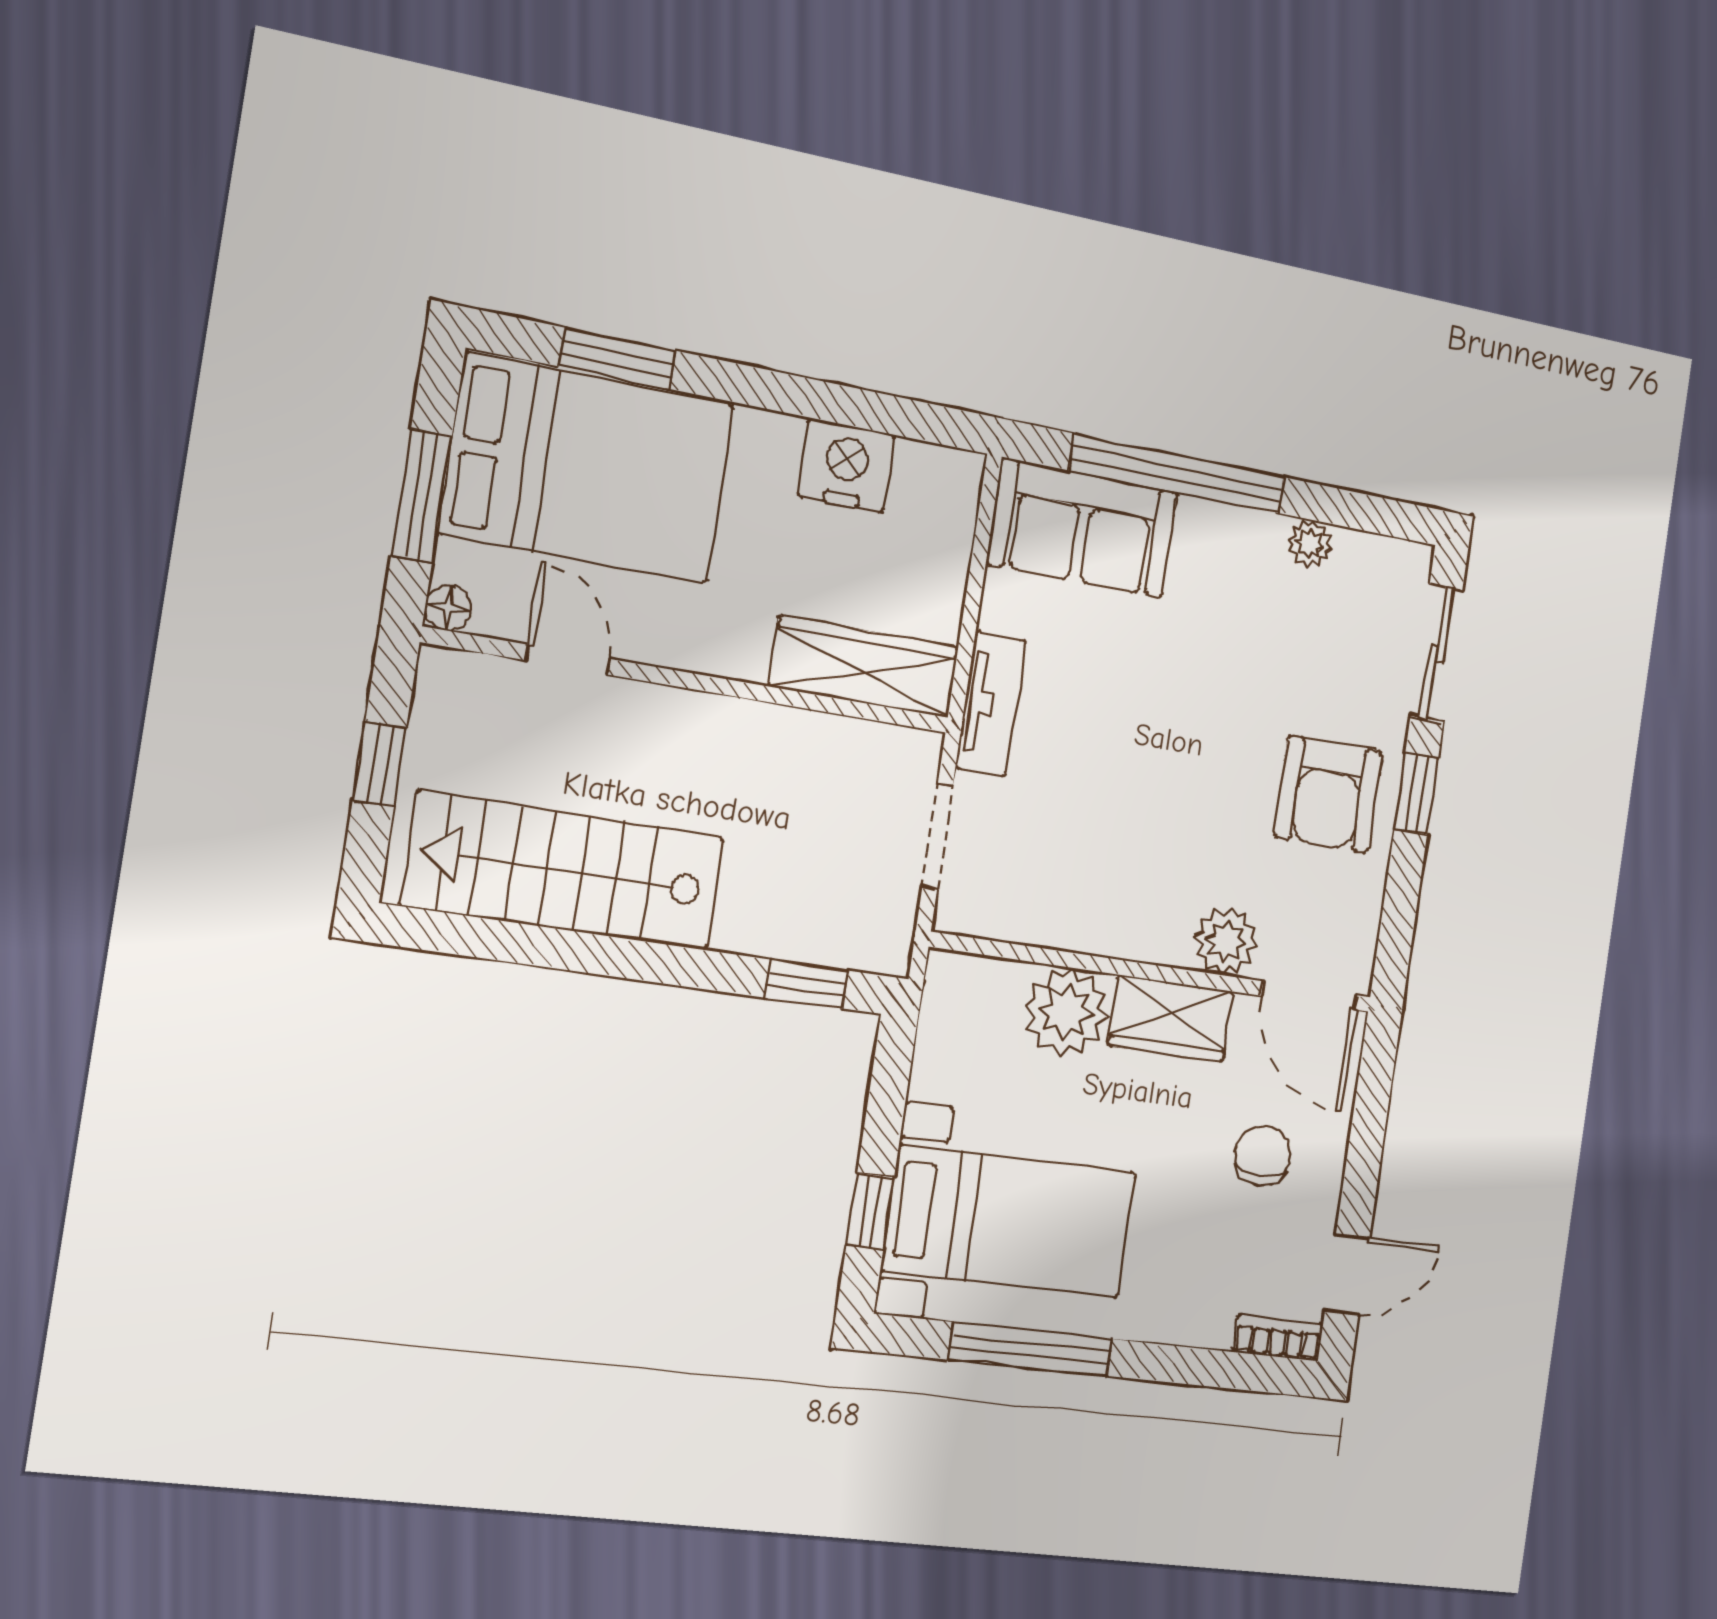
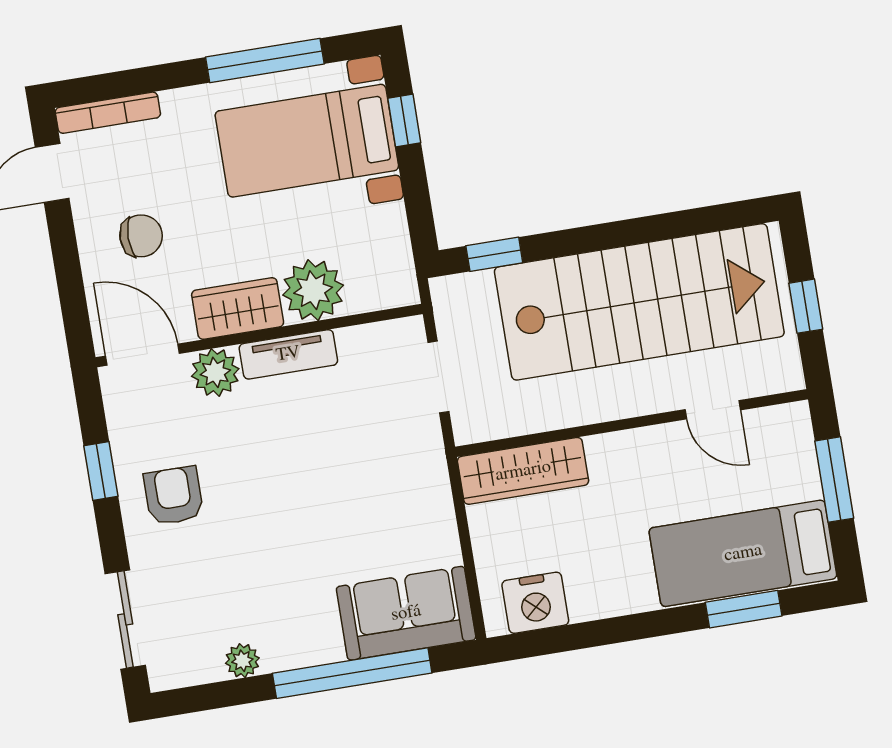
nightstand: (846, 465) -> (535, 603), moved
bed: (587, 468) -> (743, 553), width x0.67
floor lamp: (448, 608) -> (796, 416), removed
tv unit: (990, 704) -> (288, 354), moved, turned -90
armchair: (1328, 794) -> (174, 496), width x0.72, depth x0.72
window: (1416, 794) -> (101, 471), moved
stairs: (564, 871) -> (639, 302), width x1.36, depth x1.51
chair: (1263, 1156) -> (141, 236), turned -90
bookcase: (1278, 1338) -> (108, 113), width x1.56

